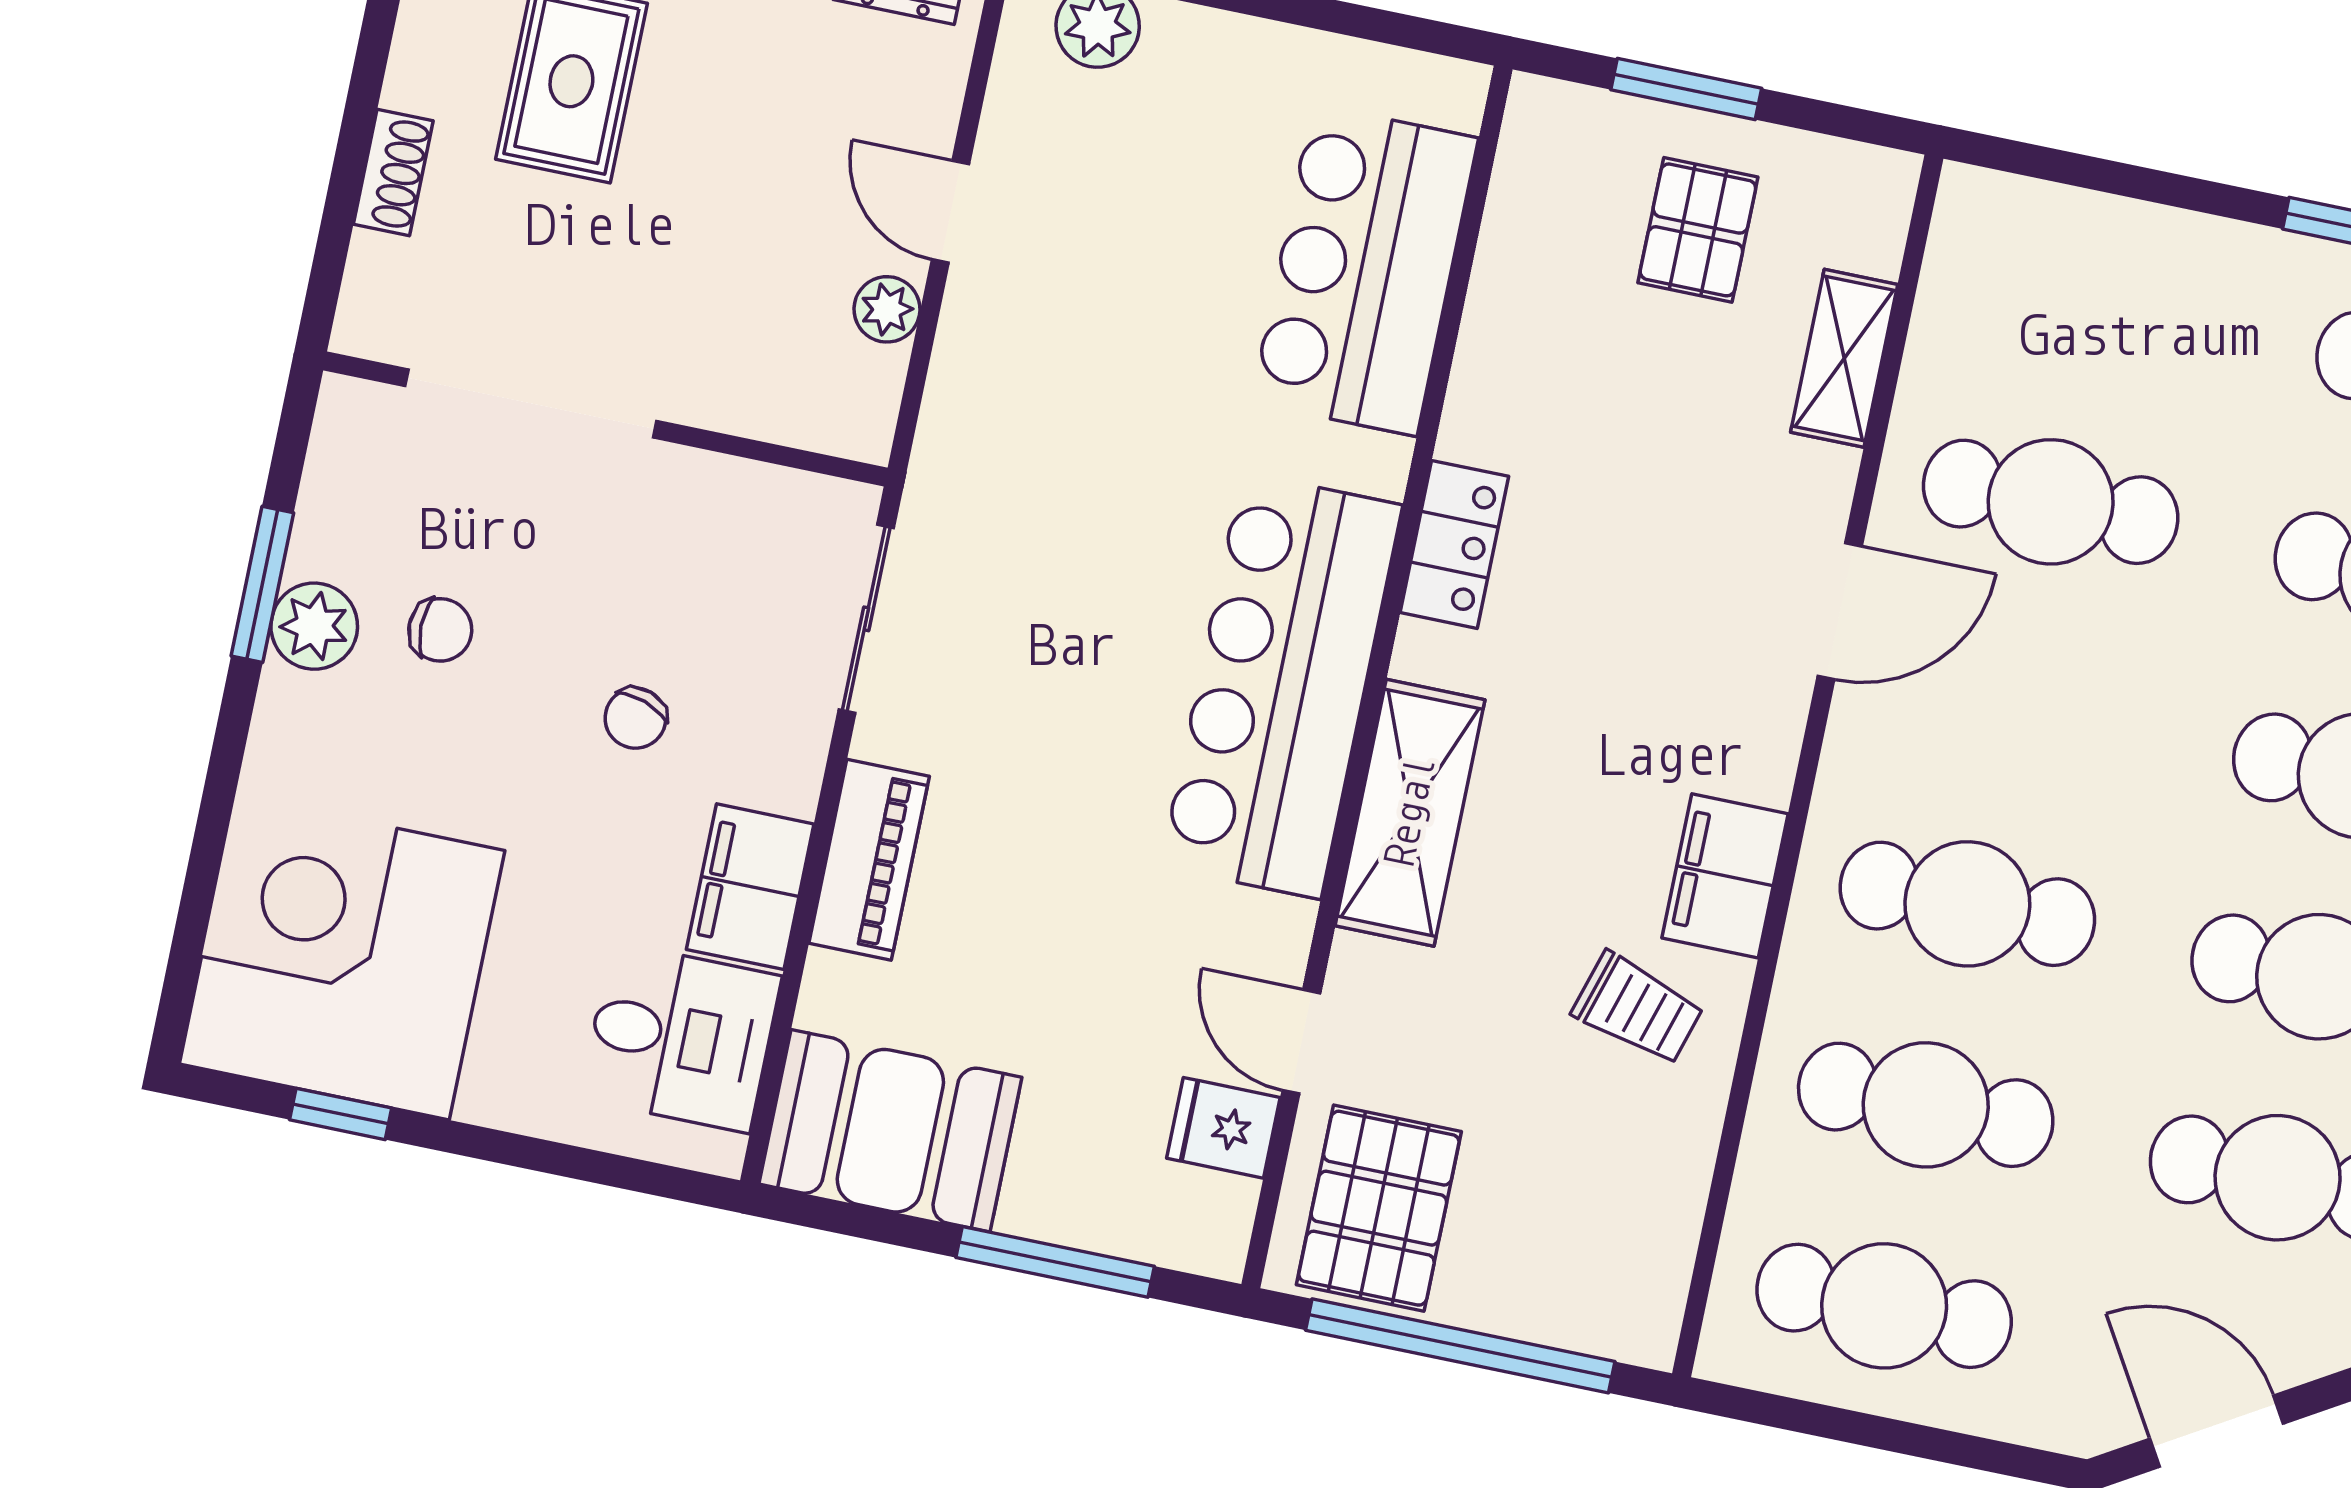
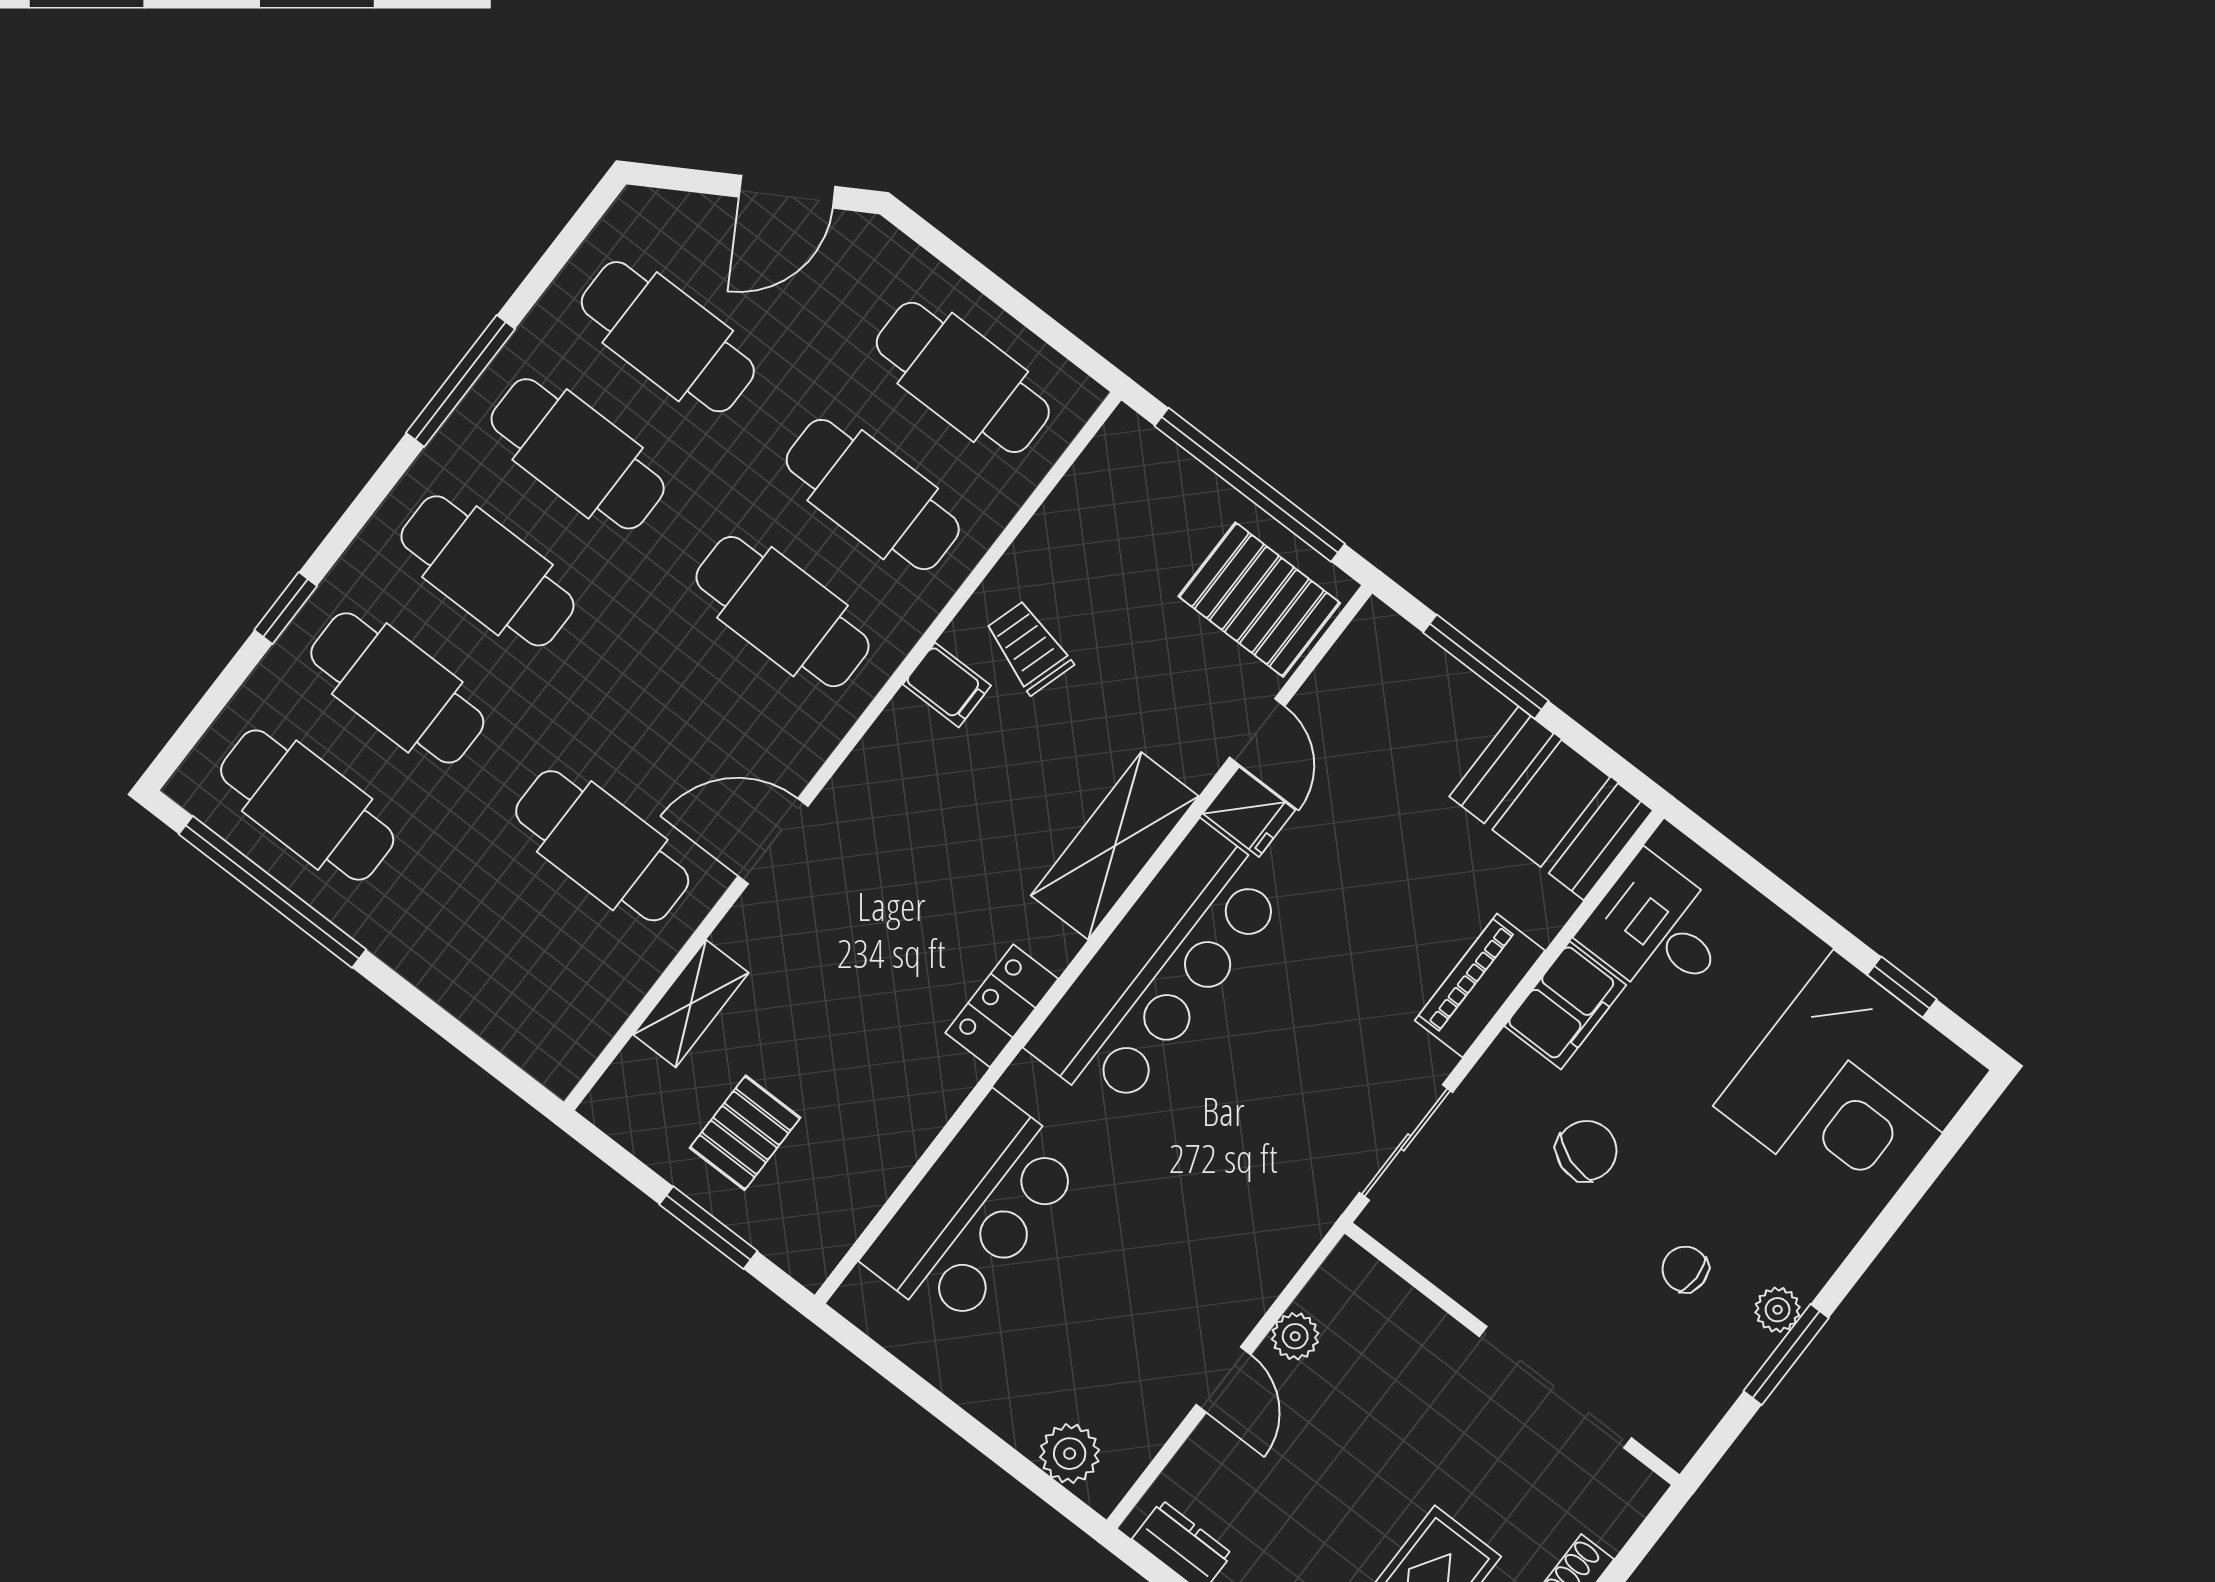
plant: (314, 626) -> (1778, 1310), width x0.73, depth x0.73
chair: (635, 718) -> (1587, 1151), width x1.37, depth x1.37
filing cabinet: (1725, 876) -> (947, 685), width x0.50
fridge: (1223, 1128) -> (1249, 812), moved
pallet: (1379, 1208) -> (1259, 600), turned 90
door: (2217, 1431) -> (787, 192), hinge flipped

